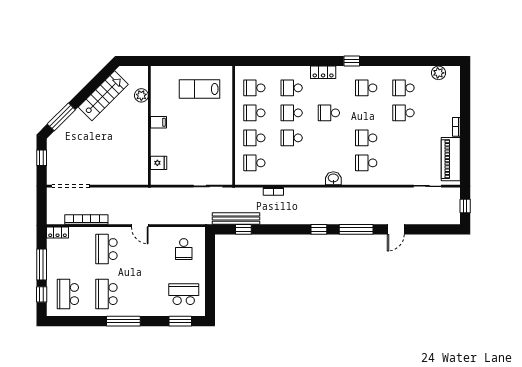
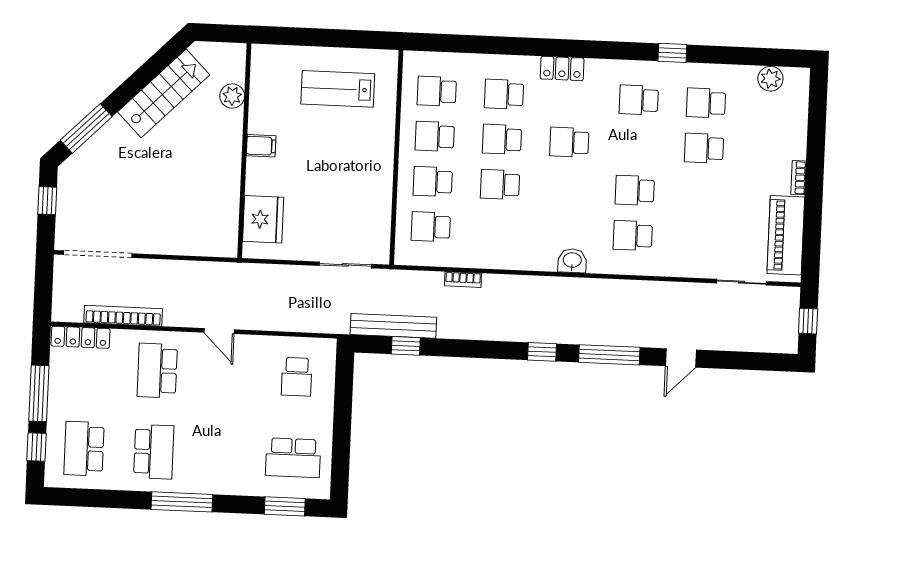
window: (352, 61) -> (672, 53), moved
fridge: (159, 163) -> (263, 219), width x1.88, depth x1.34
locker: (57, 232) -> (81, 337), width x1.53
school desk: (106, 294) -> (154, 452), turned 180
school desk: (184, 294) -> (293, 458), turned 180

